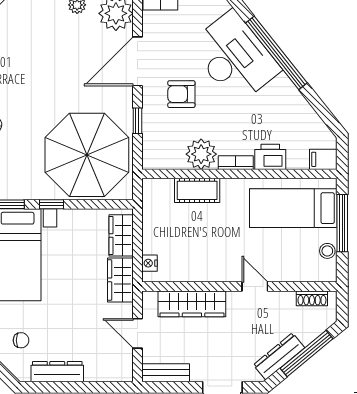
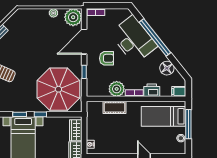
armchair: (181, 94) -> (107, 58), turned 180
floor lamp: (300, 113) -> (167, 68), added

